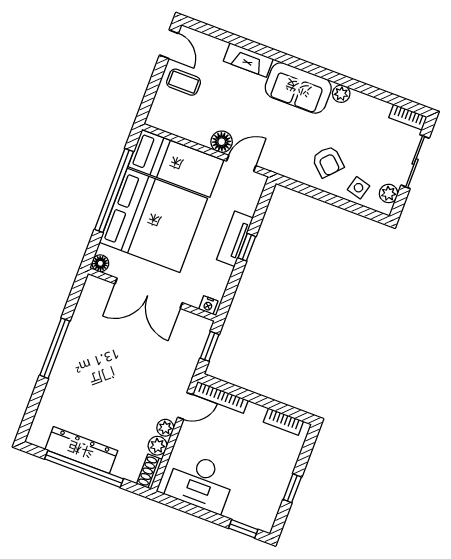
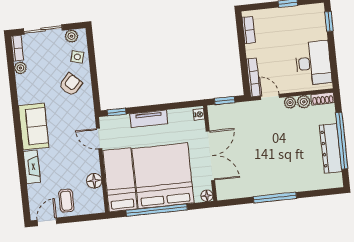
plant: (341, 94) -> (20, 68), moved
floor lamp: (222, 142) -> (94, 181), moved
window: (247, 247) -> (116, 112), moved

